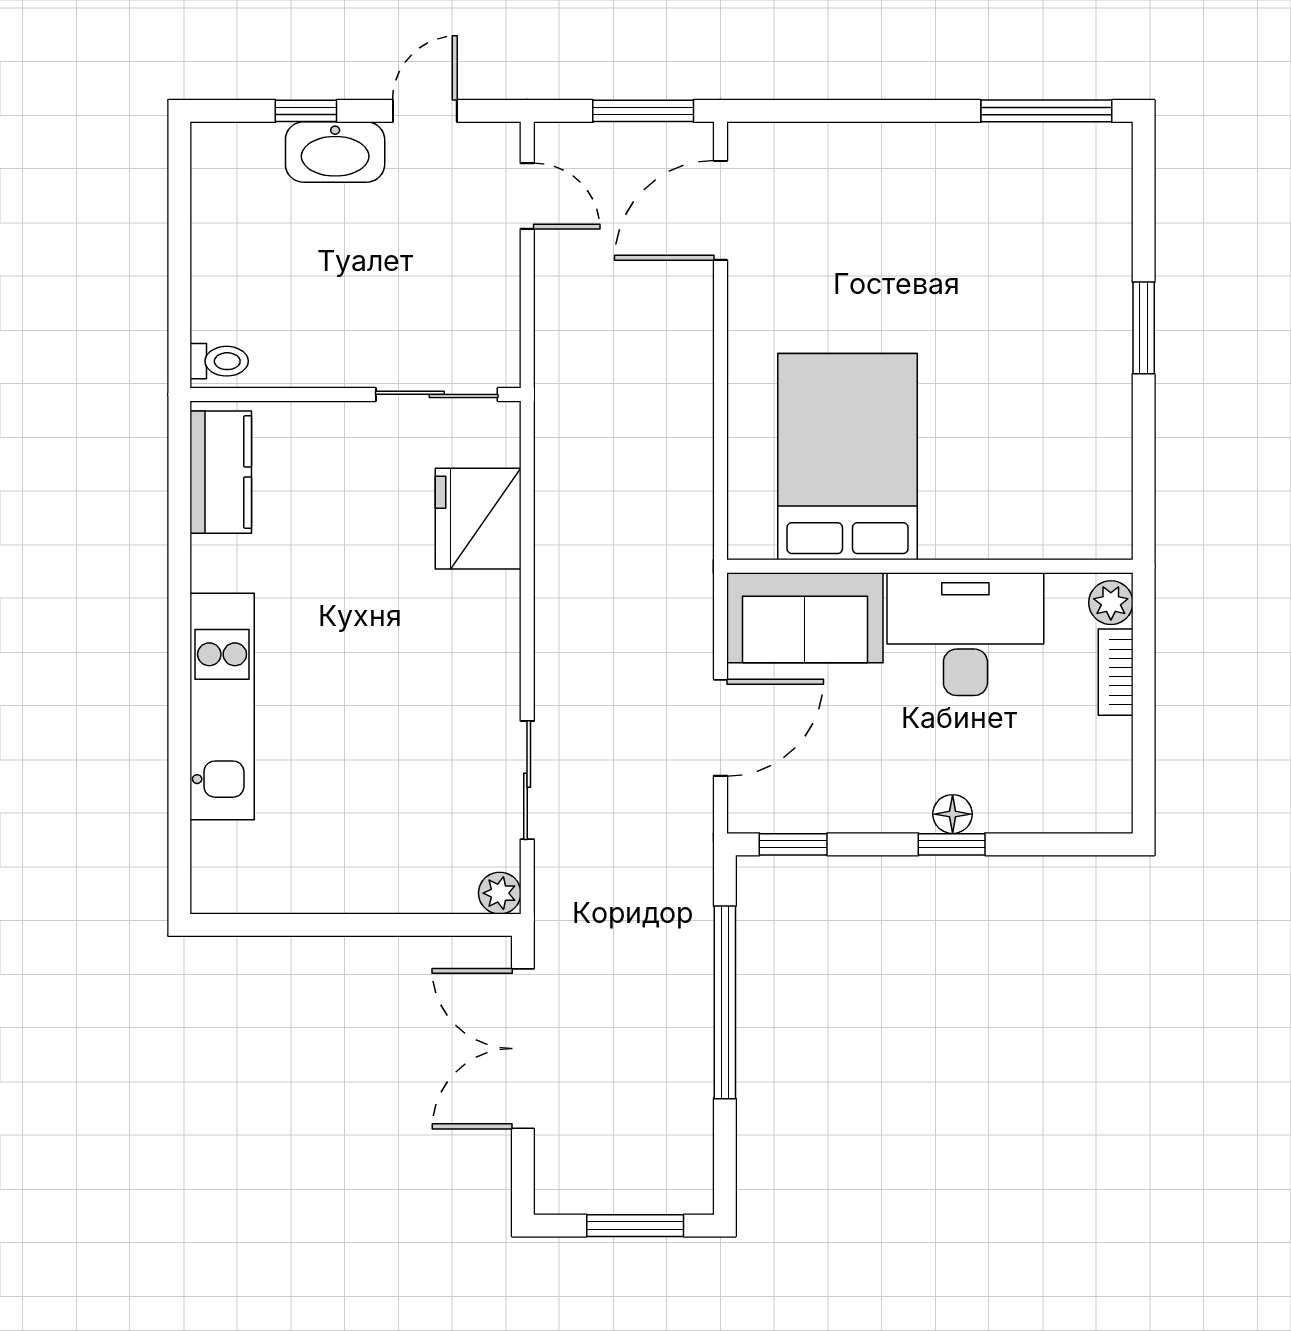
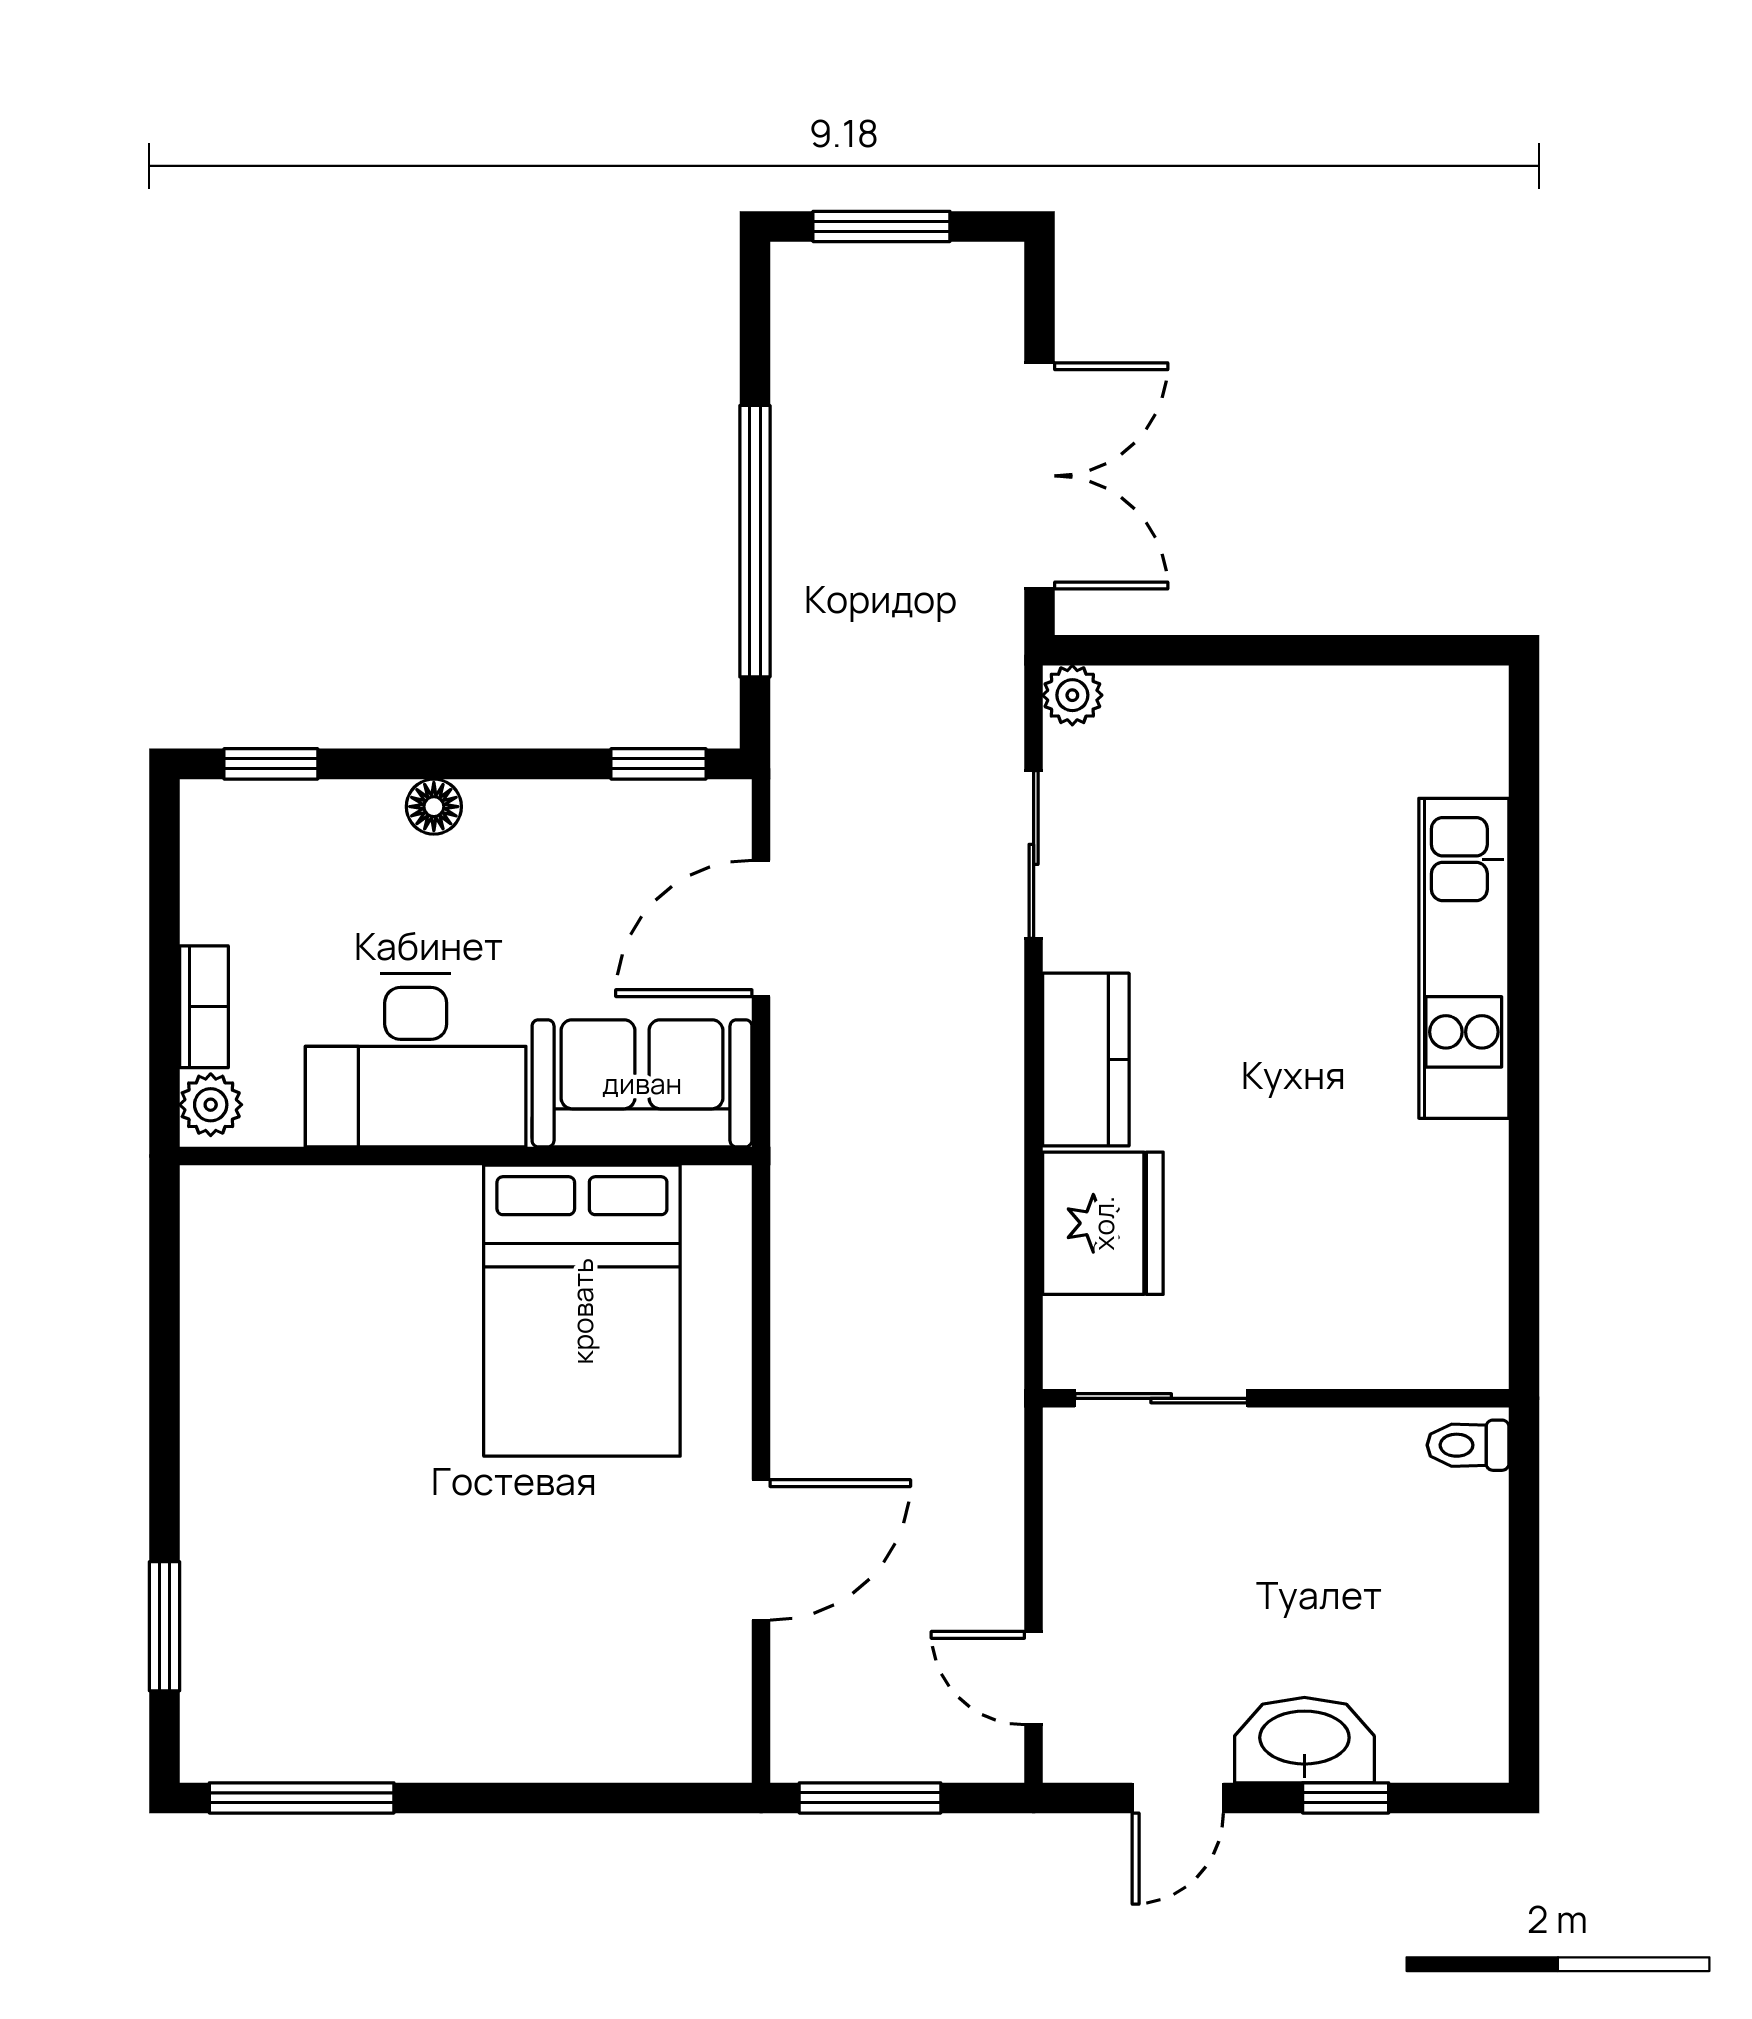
door: (720, 210) -> (761, 1550), moved
window: (1144, 328) -> (165, 1626), moved
kitchen counter: (221, 472) -> (1086, 1060), moved, turned 180
window: (952, 844) -> (271, 764), moved

